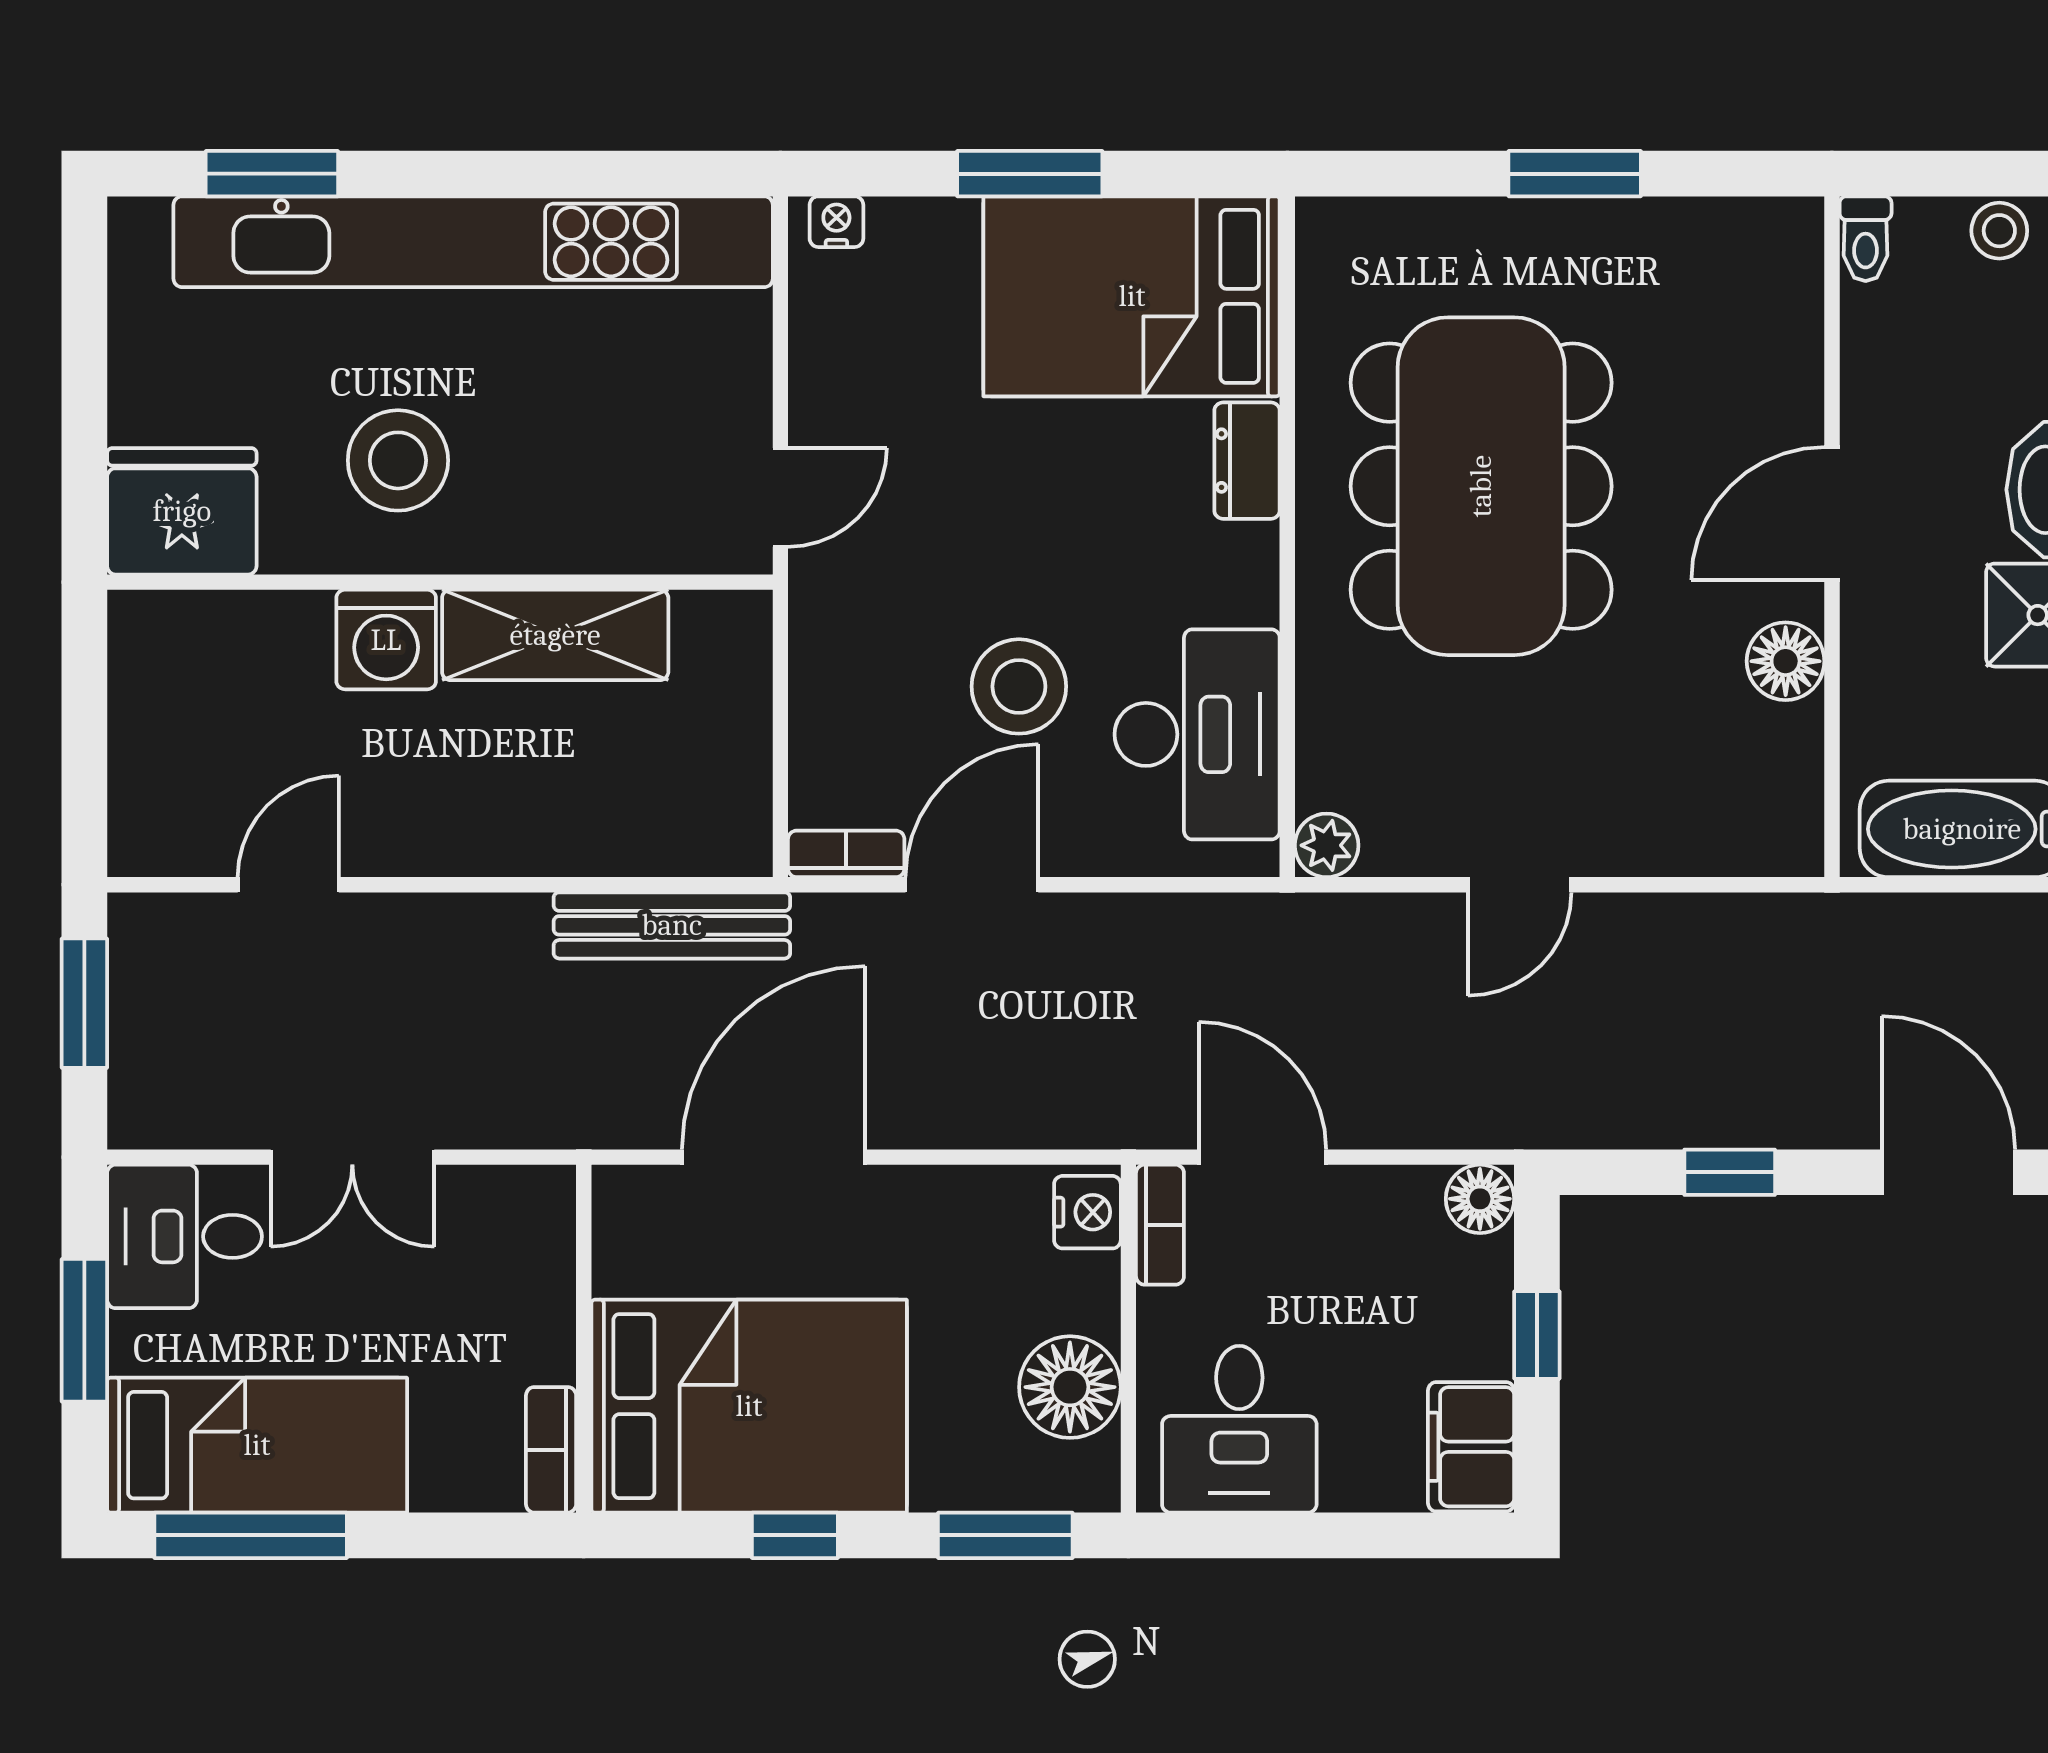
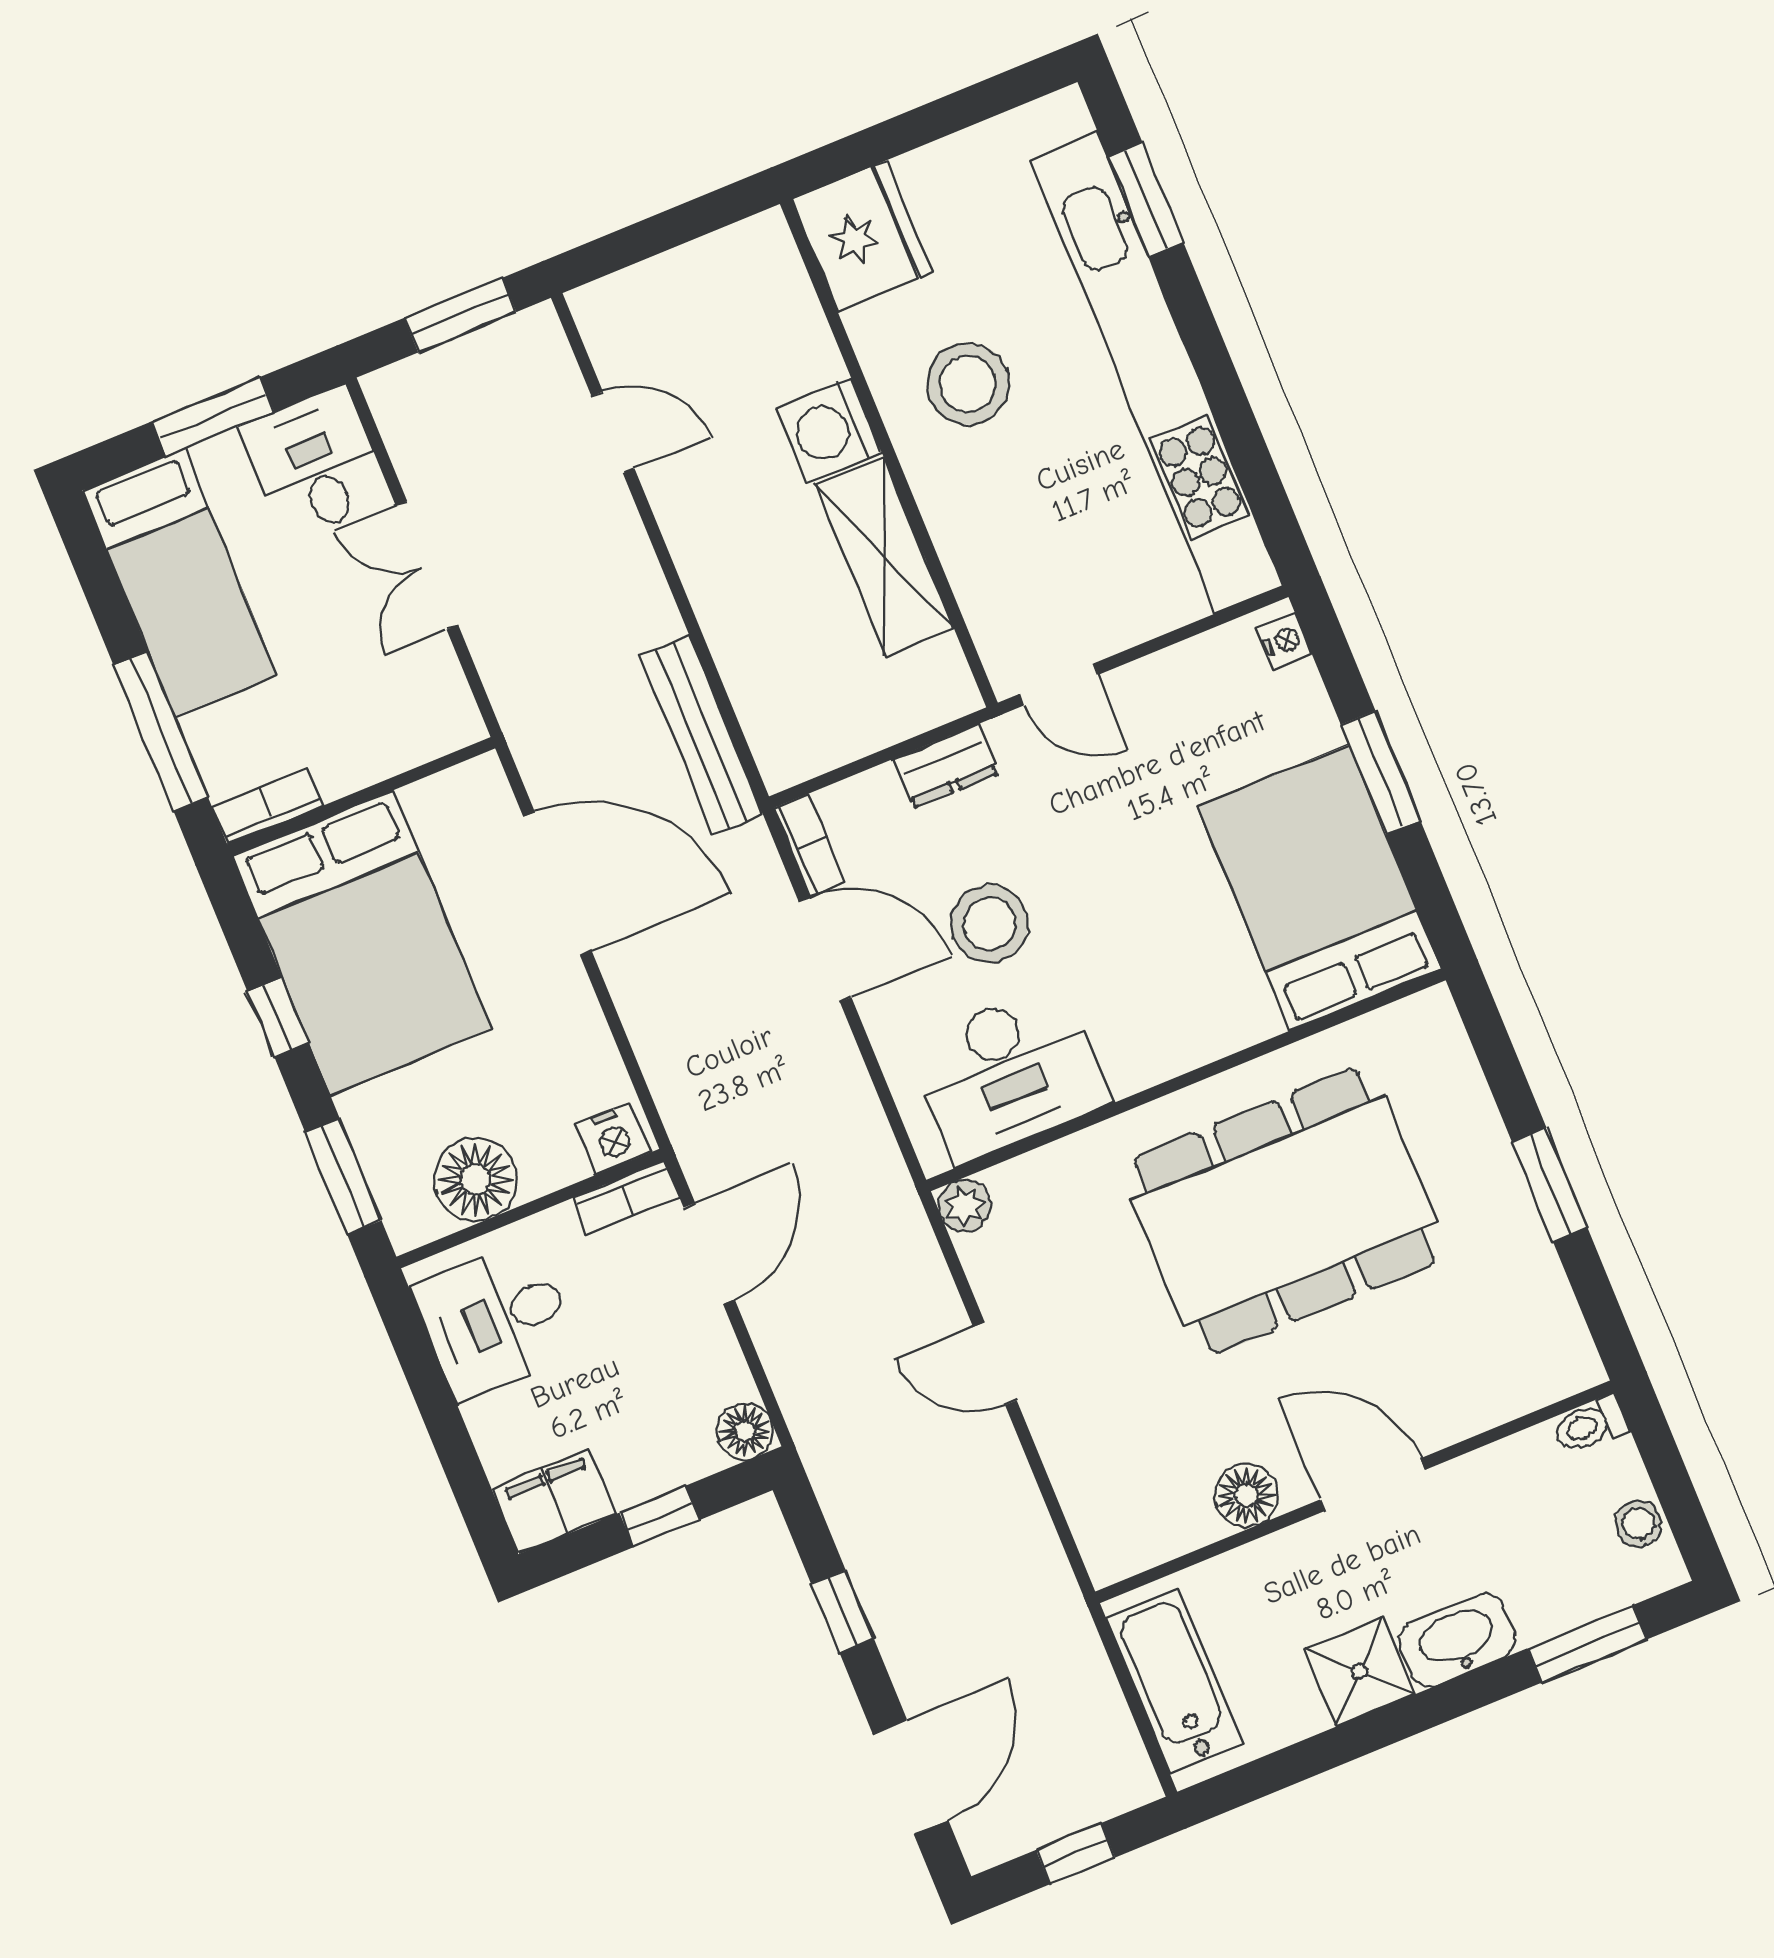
dresser: (1247, 461) -> (946, 766), moved, turned 180
window: (251, 1535) -> (161, 731), moved

